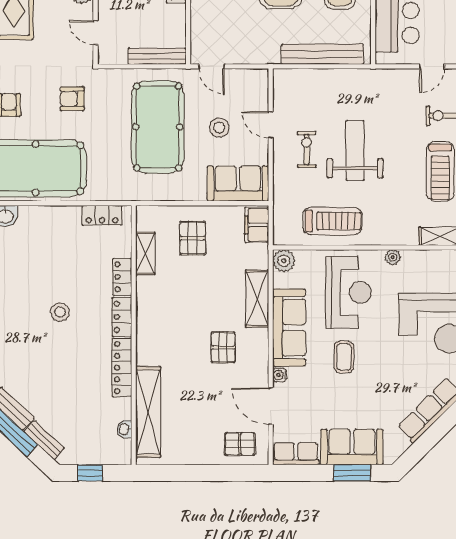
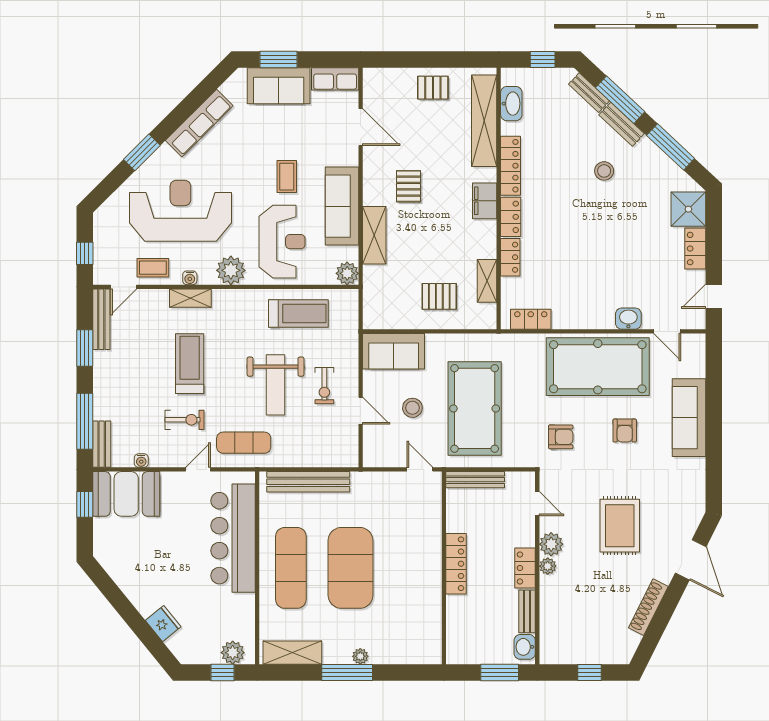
exercise mat: (387, 93) -> (244, 443), added
treadmill: (332, 221) -> (298, 314), turned 180
filing cabinet: (257, 225) -> (485, 201), moved, turned 180
pallet: (193, 238) -> (439, 296), turned 90
plant: (393, 257) -> (231, 270), width x1.88, depth x1.88
reception desk: (349, 292) -> (282, 242), turned 180
stool: (60, 312) -> (604, 171), moved
water cooler: (280, 375) -> (190, 278), moved, turned 90
washbasin: (124, 429) -> (511, 104), width x1.91, depth x1.45
pallet: (240, 444) -> (433, 88), moved

